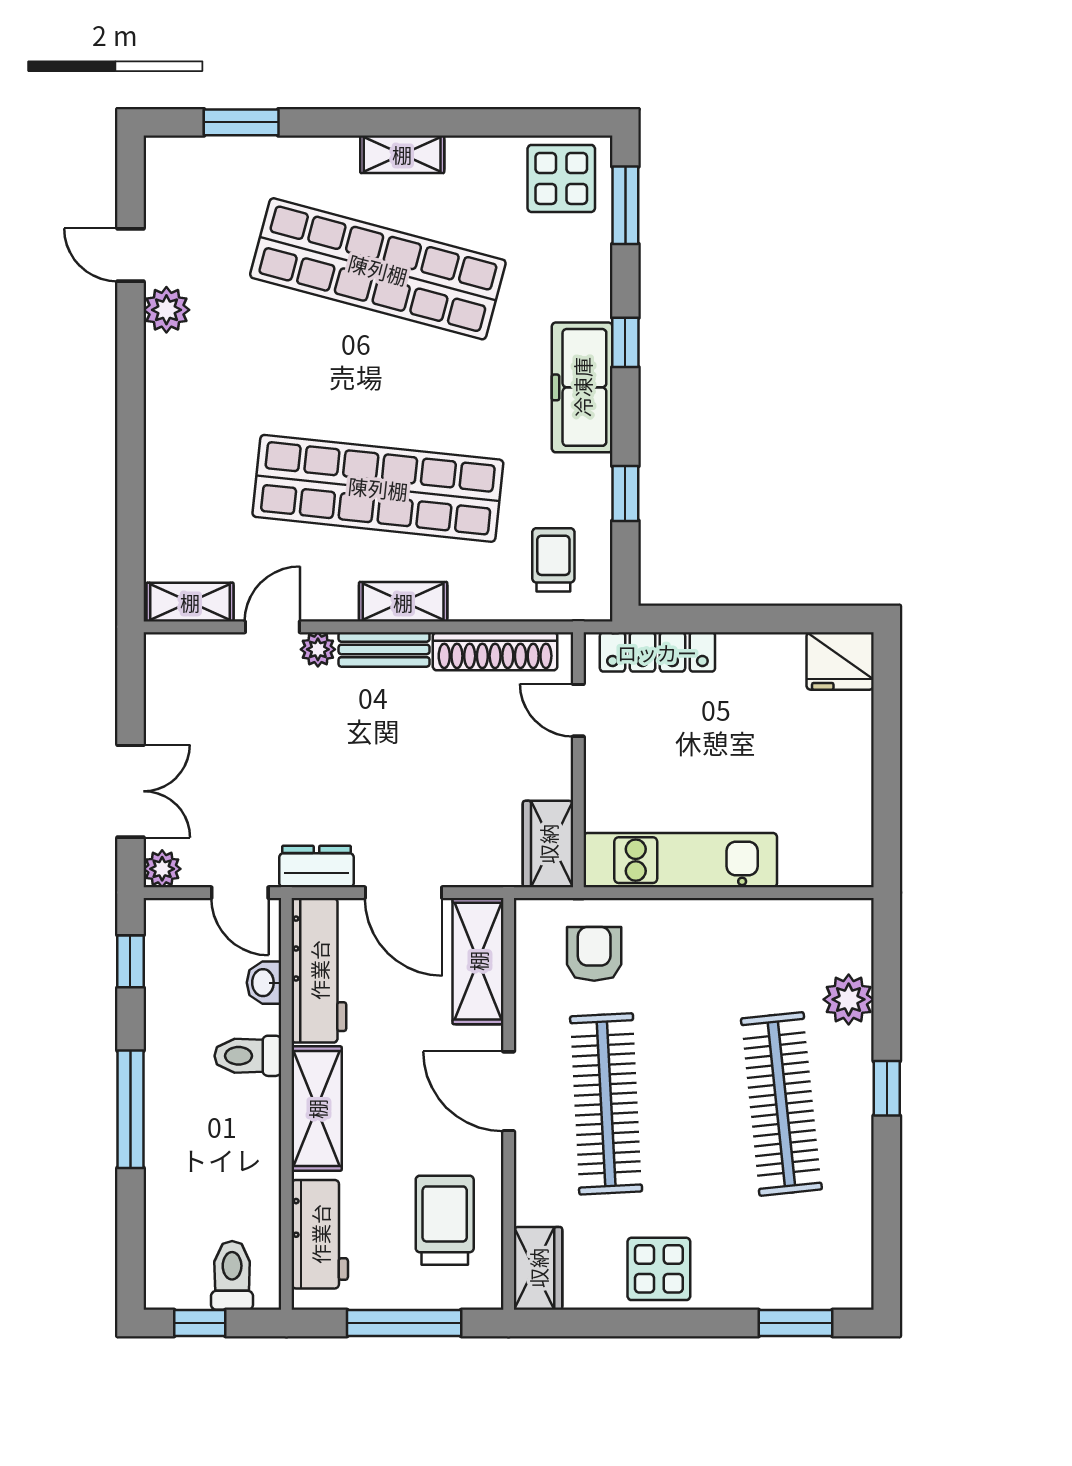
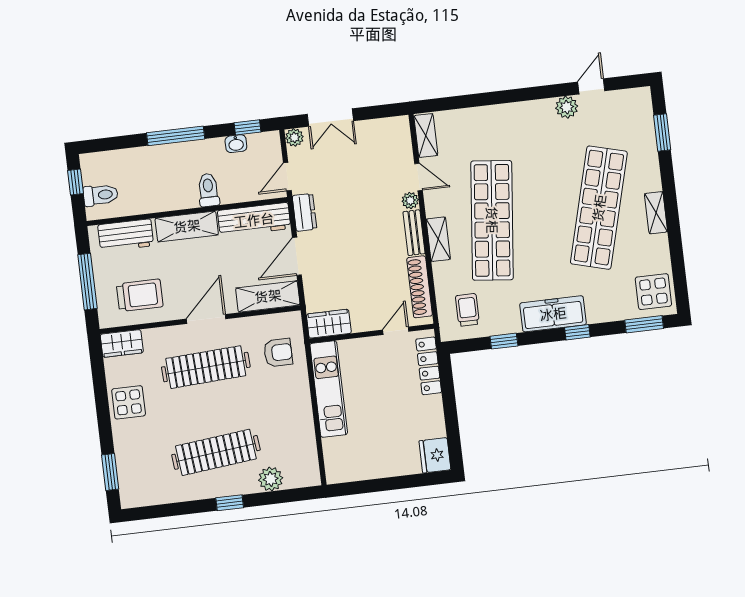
trolley: (553, 560) -> (467, 310), turned -90
washbasin: (264, 983) -> (236, 144), moved, turned 180

